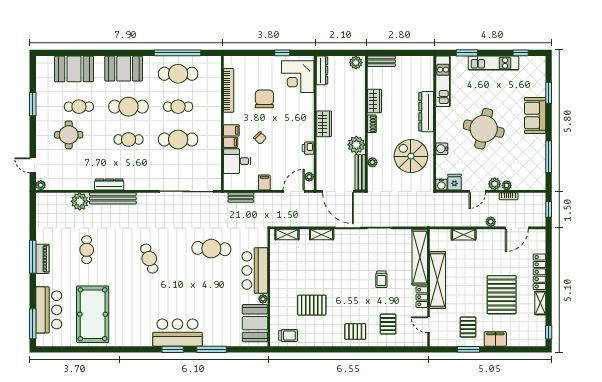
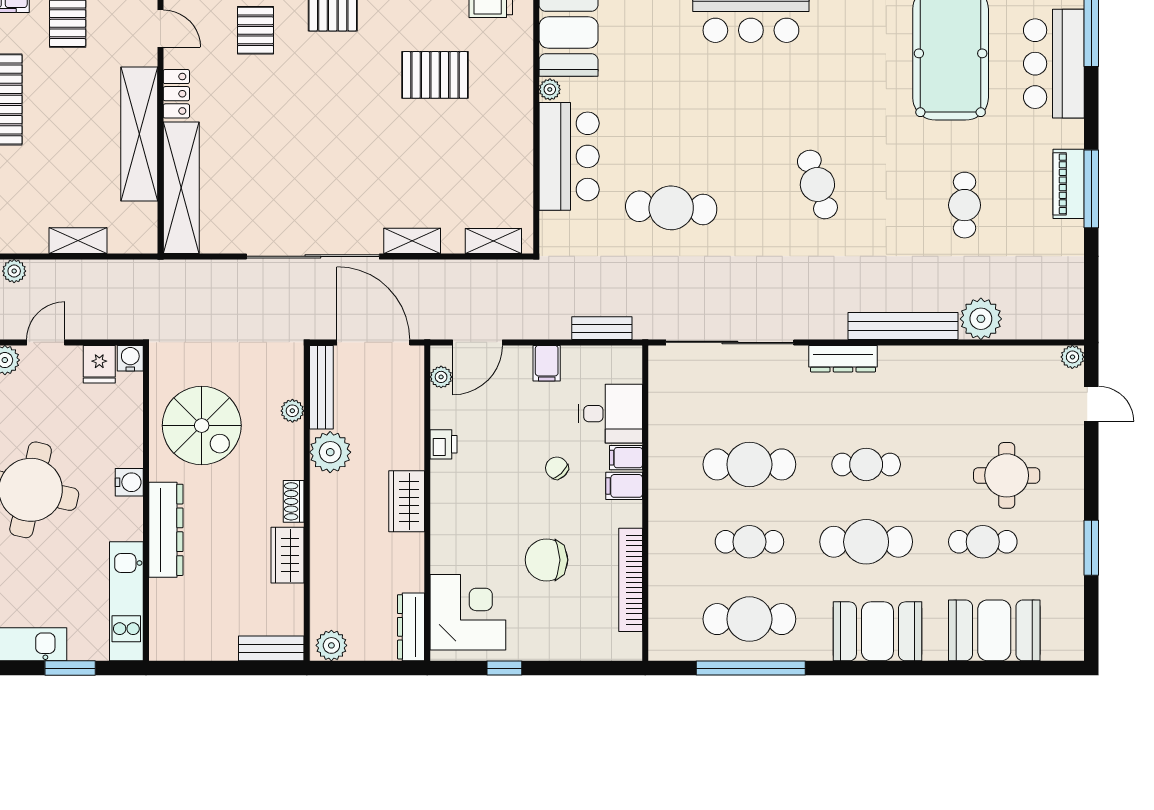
chair: (264, 99) -> (546, 560), turned 90
water cooler: (442, 149) -> (129, 482), moved
dresser: (109, 184) -> (843, 359), moved
trolley: (381, 279) -> (271, 136), removed

